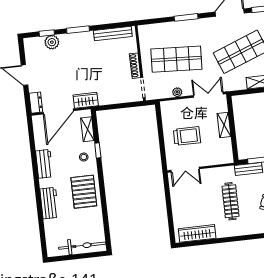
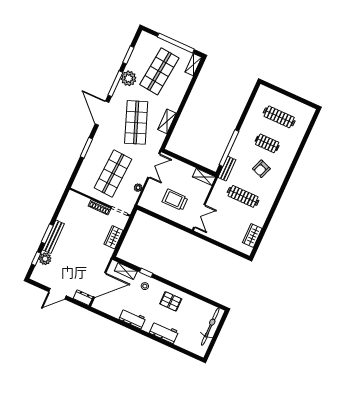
bench: (113, 34) -> (53, 237), moved
double door: (208, 95) -> (154, 166), swing flipped
wardrobe: (86, 100) -> (114, 237), moved
door: (58, 112) -> (100, 285), hinge flipped
shelving: (224, 125) -> (204, 177), moved
trolley: (187, 136) -> (175, 200), turned -90
pallet: (84, 192) -> (171, 301), width x0.67, depth x0.71
wardrobe: (197, 233) -> (252, 236), width x0.67

